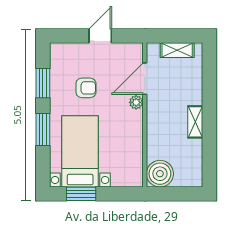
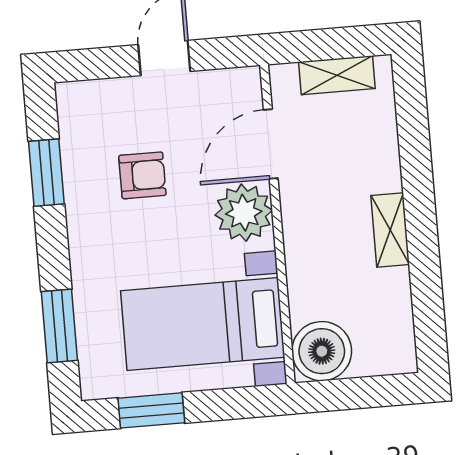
plant: (136, 102) -> (244, 213), width x1.87, depth x1.87
window: (43, 129) -> (59, 326), moved
bed with nightstands: (80, 151) -> (203, 324), moved, turned -90

